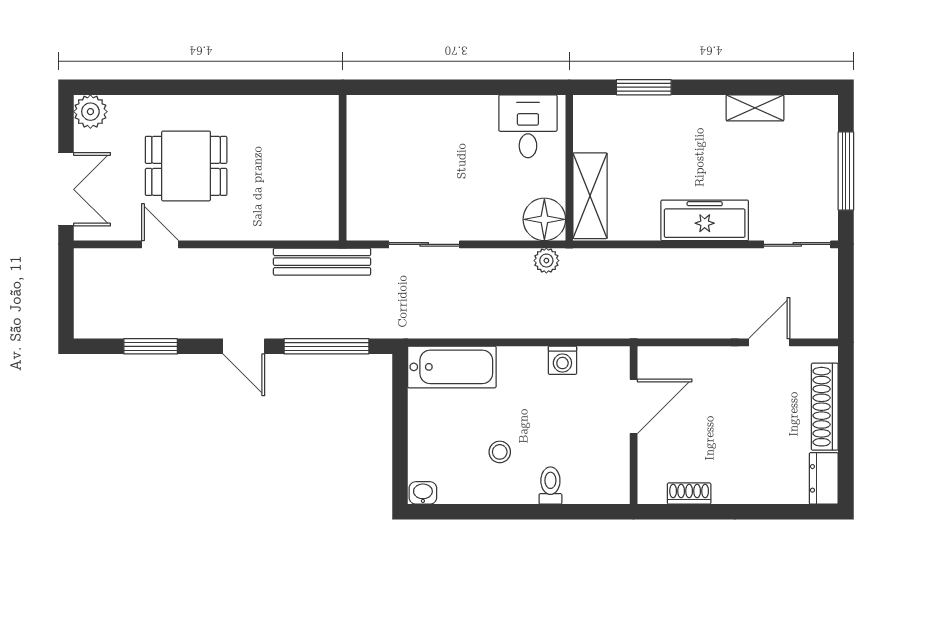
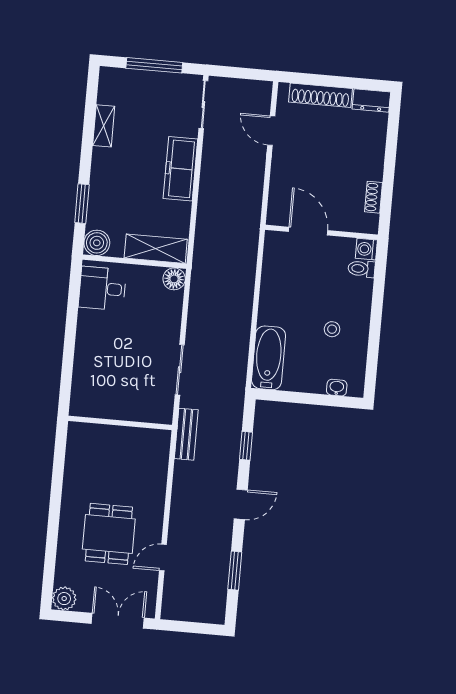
boiler: (591, 113) -> (97, 243), added
floor lamp: (544, 219) -> (174, 279), width x0.73, depth x0.73
plant: (546, 261) -> (199, 284), removed
bench: (322, 262) -> (186, 434), width x0.73
window: (326, 346) -> (246, 446), width x0.46
washing machine: (562, 360) -> (366, 249), moved, turned 180
toilet: (550, 486) -> (361, 269), moved
washbasin: (423, 493) -> (337, 388), moved, turned 90

